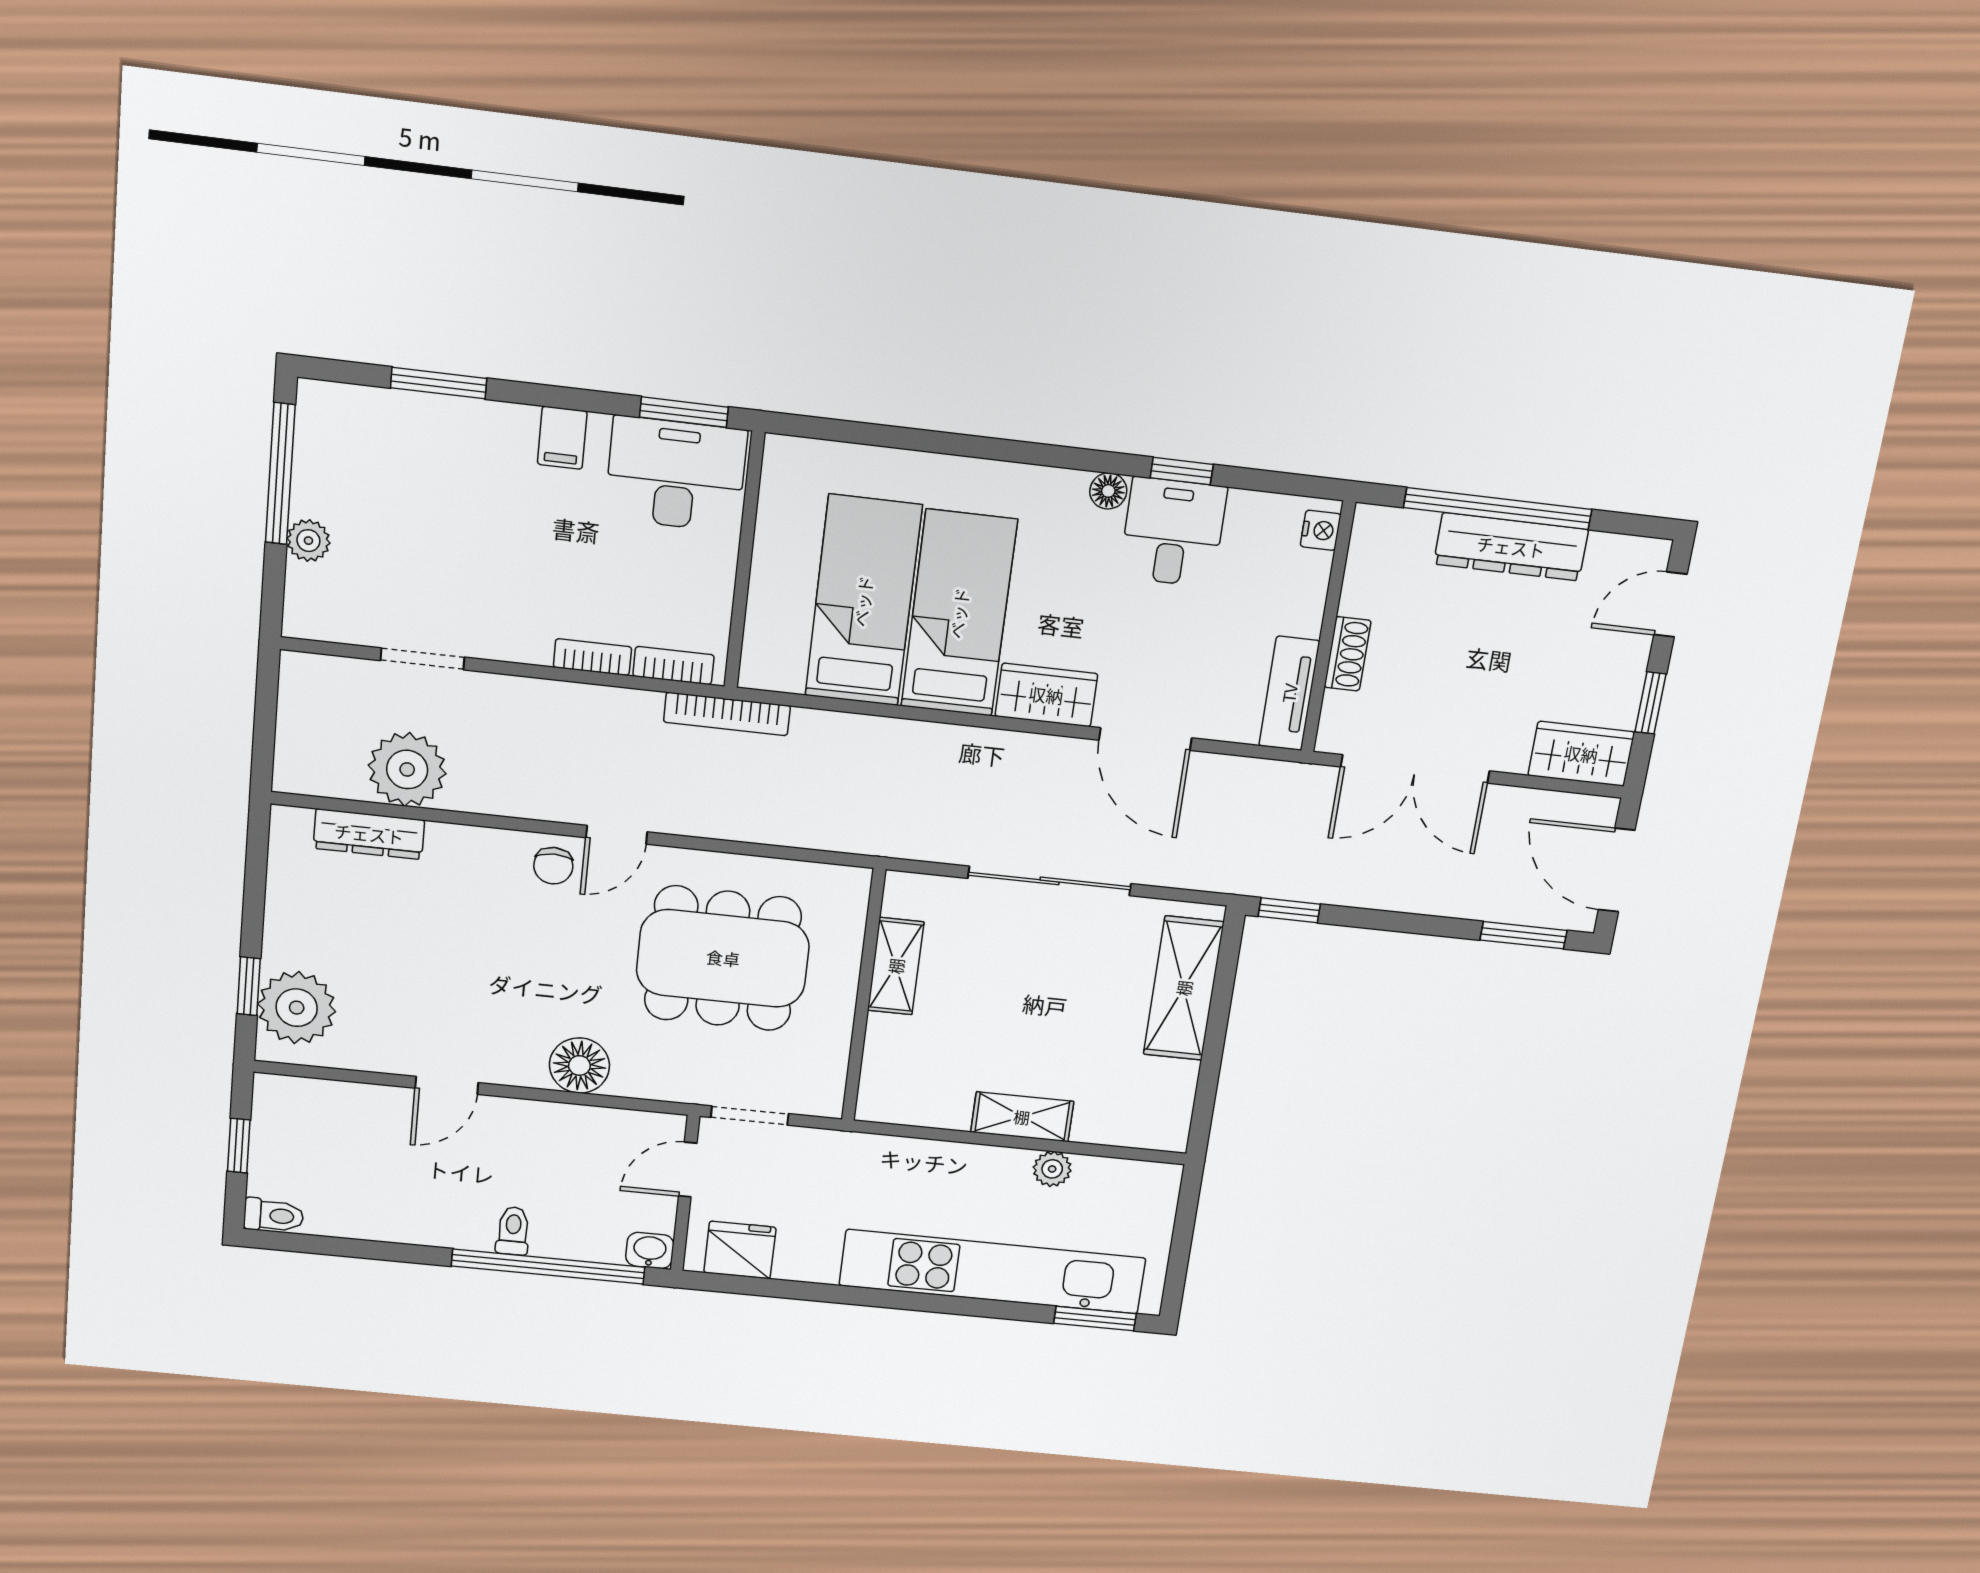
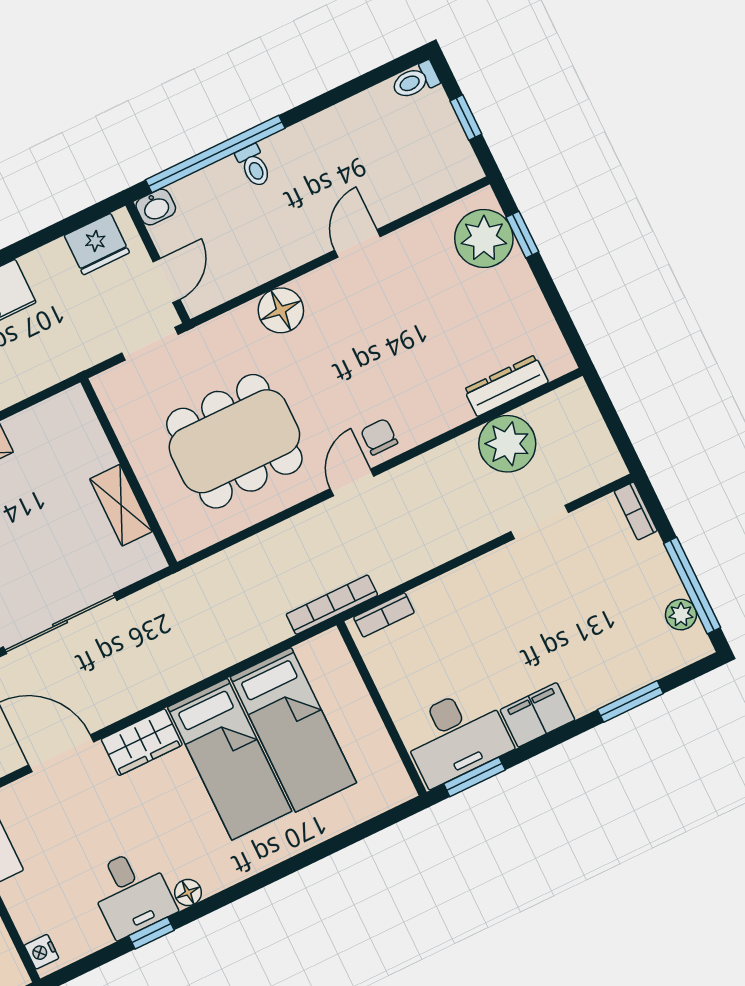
filing cabinet: (562, 438) -> (537, 715), width x2.00
plant: (308, 541) -> (681, 615), moved
bookcase: (592, 657) -> (636, 511), moved, turned 90

